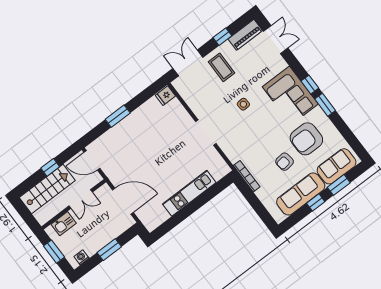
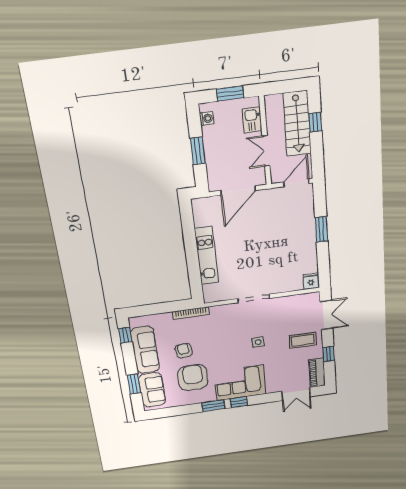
window: (50, 167) -> (315, 122), moved
window: (316, 202) -> (125, 335), moved

